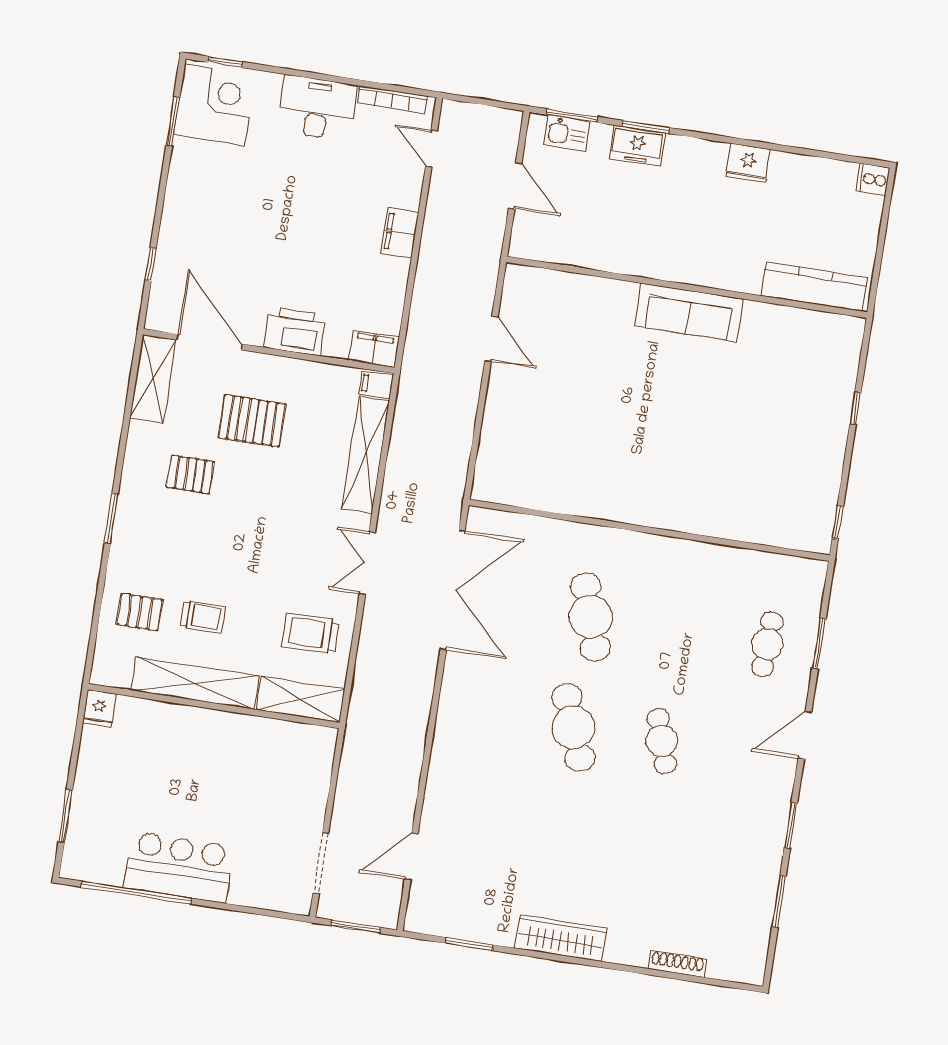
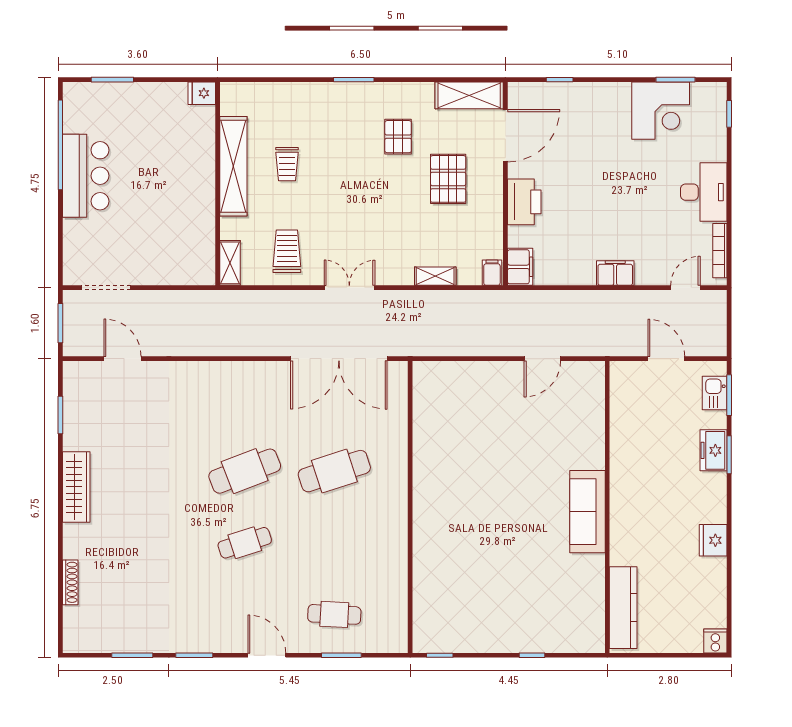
corner desk: (215, 105) -> (661, 111), moved
door: (515, 186) -> (666, 359), swing flipped
shelving: (366, 455) -> (435, 276), width x0.45, depth x0.75
pallet: (140, 612) -> (283, 113), removed
shelving: (301, 700) -> (230, 263), width x0.67, depth x0.75

